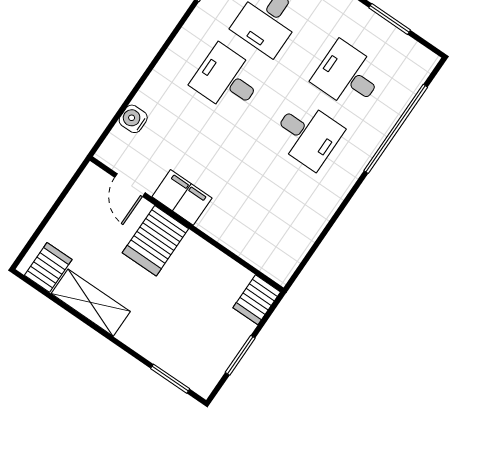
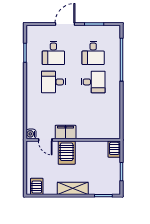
desk: (348, 76) -> (93, 53), turned -90
water cooler: (133, 119) -> (31, 134), moved
shelving: (91, 303) -> (73, 188), moved

